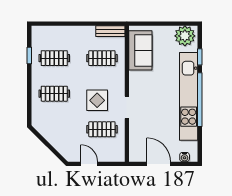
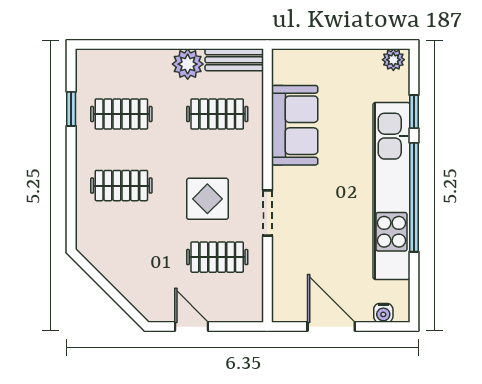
plant: (87, 33) -> (188, 64), added
plant: (185, 36) -> (393, 60), width x0.53, depth x0.53
sofa: (140, 50) -> (295, 125), moved

